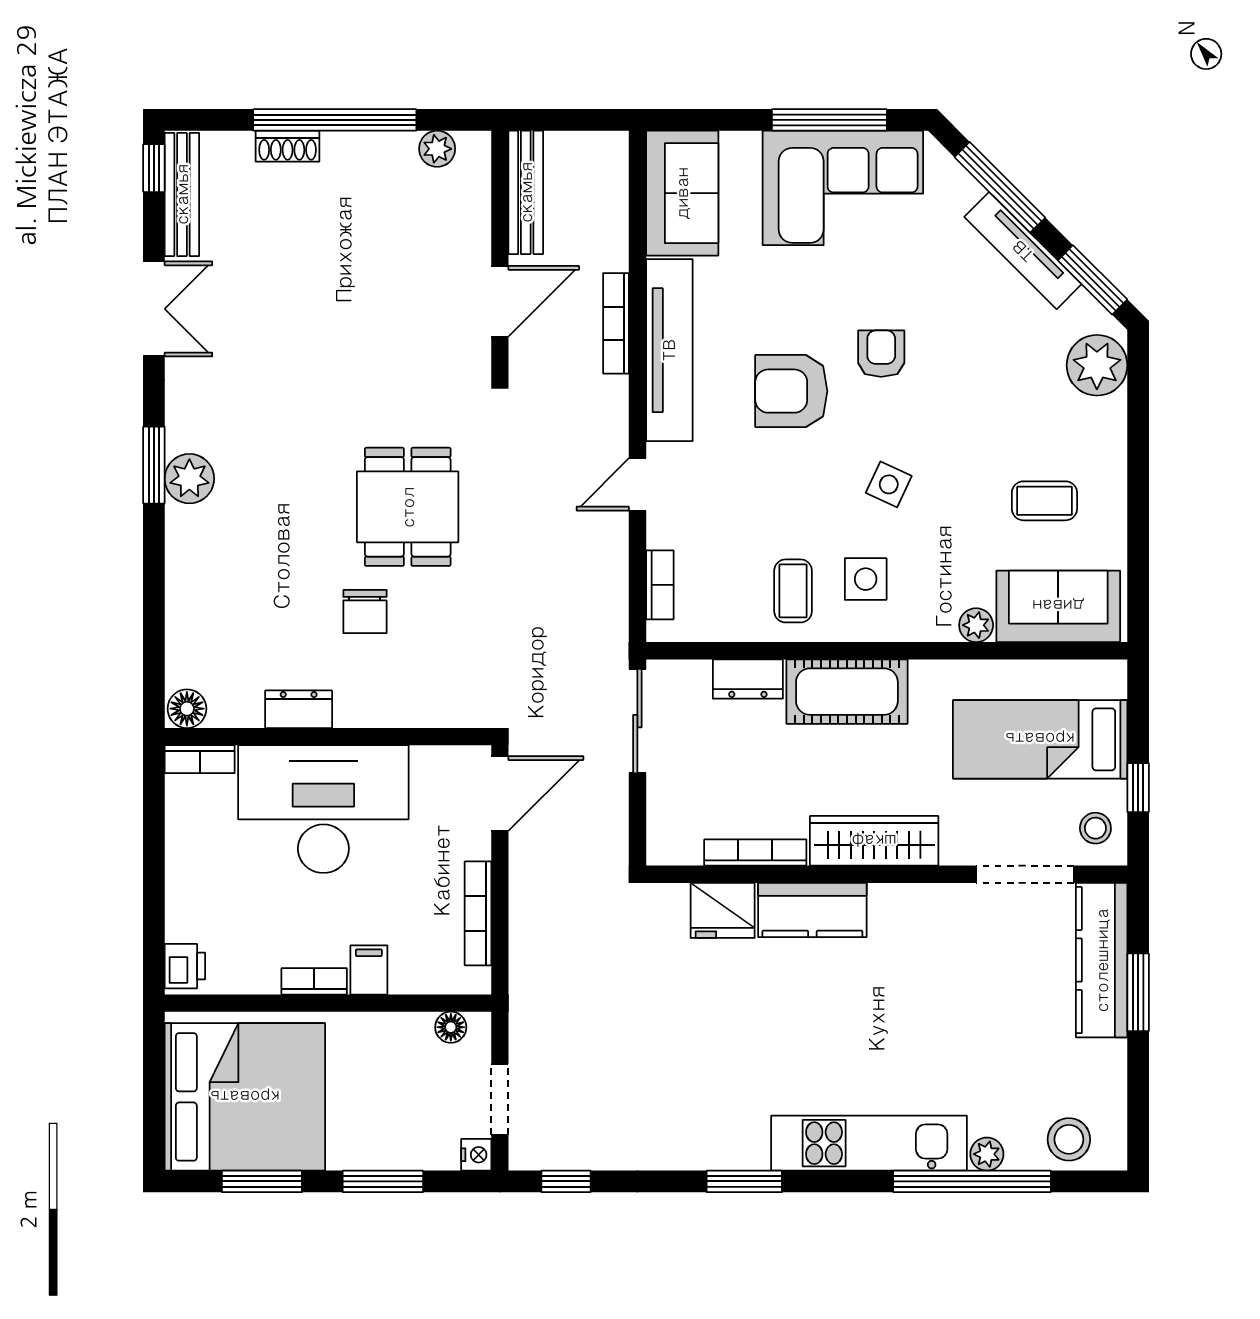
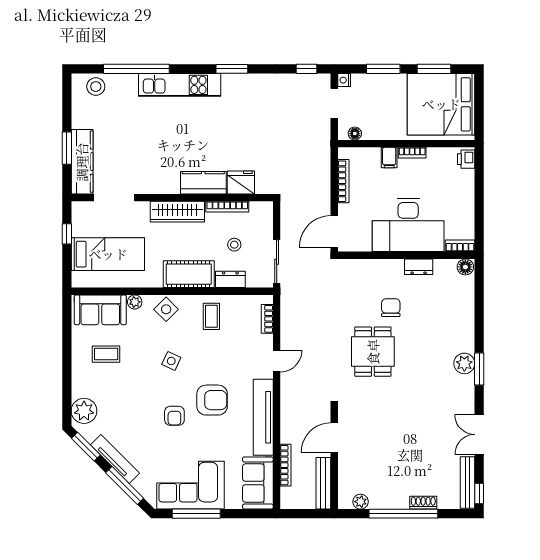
bookcase: (616, 323) -> (286, 465), moved
side table: (866, 579) -> (166, 309), moved, turned 45
stool: (1095, 828) -> (234, 245), moved
plant: (987, 1154) -> (130, 80), removed

